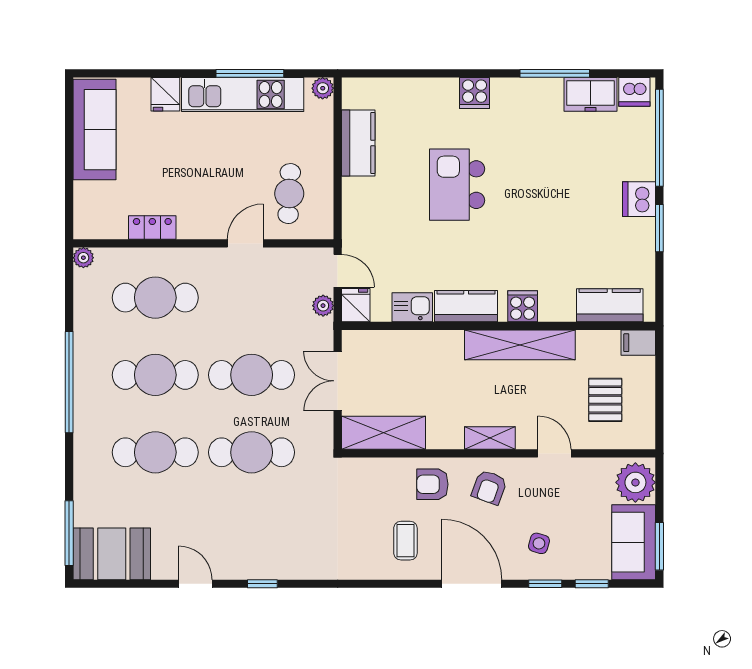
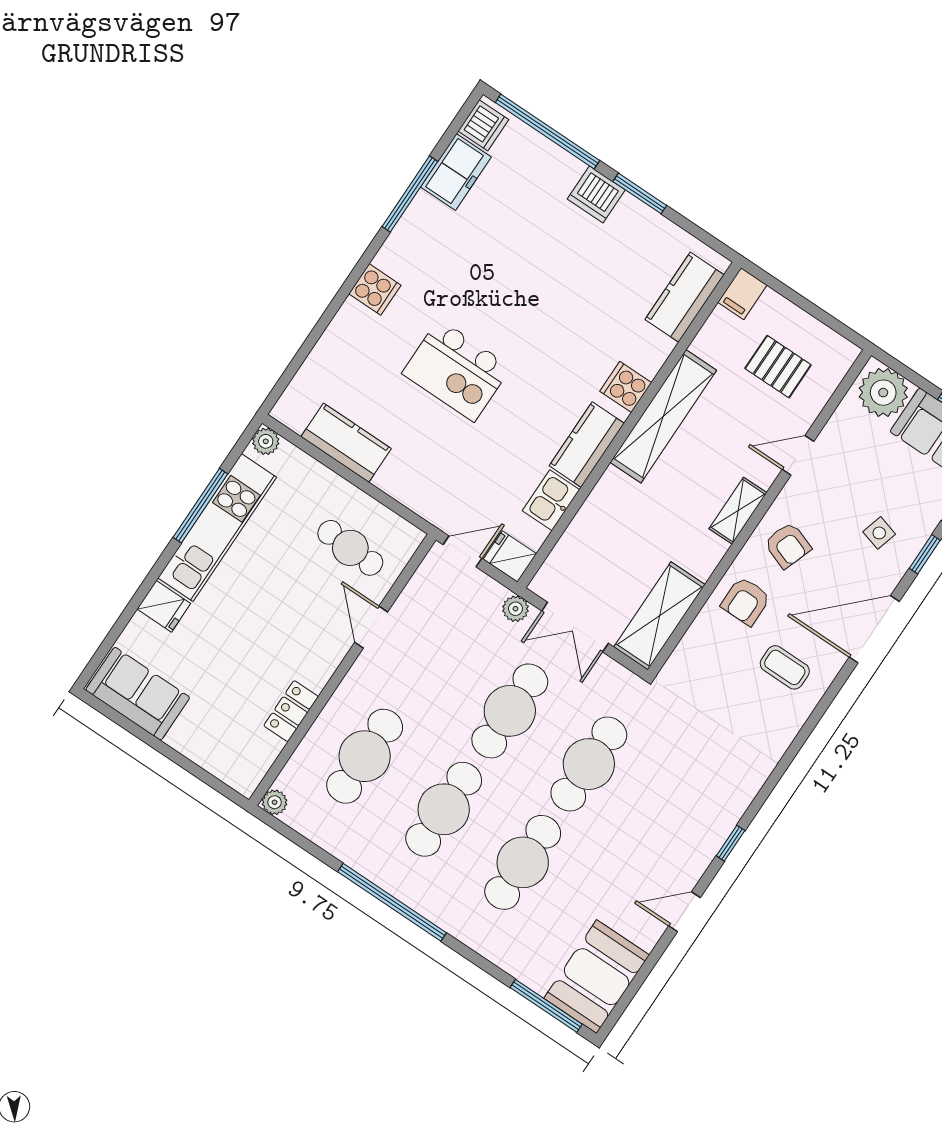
sofa: (95, 130) -> (138, 694), width x0.73
plant: (323, 306) -> (515, 609), moved

